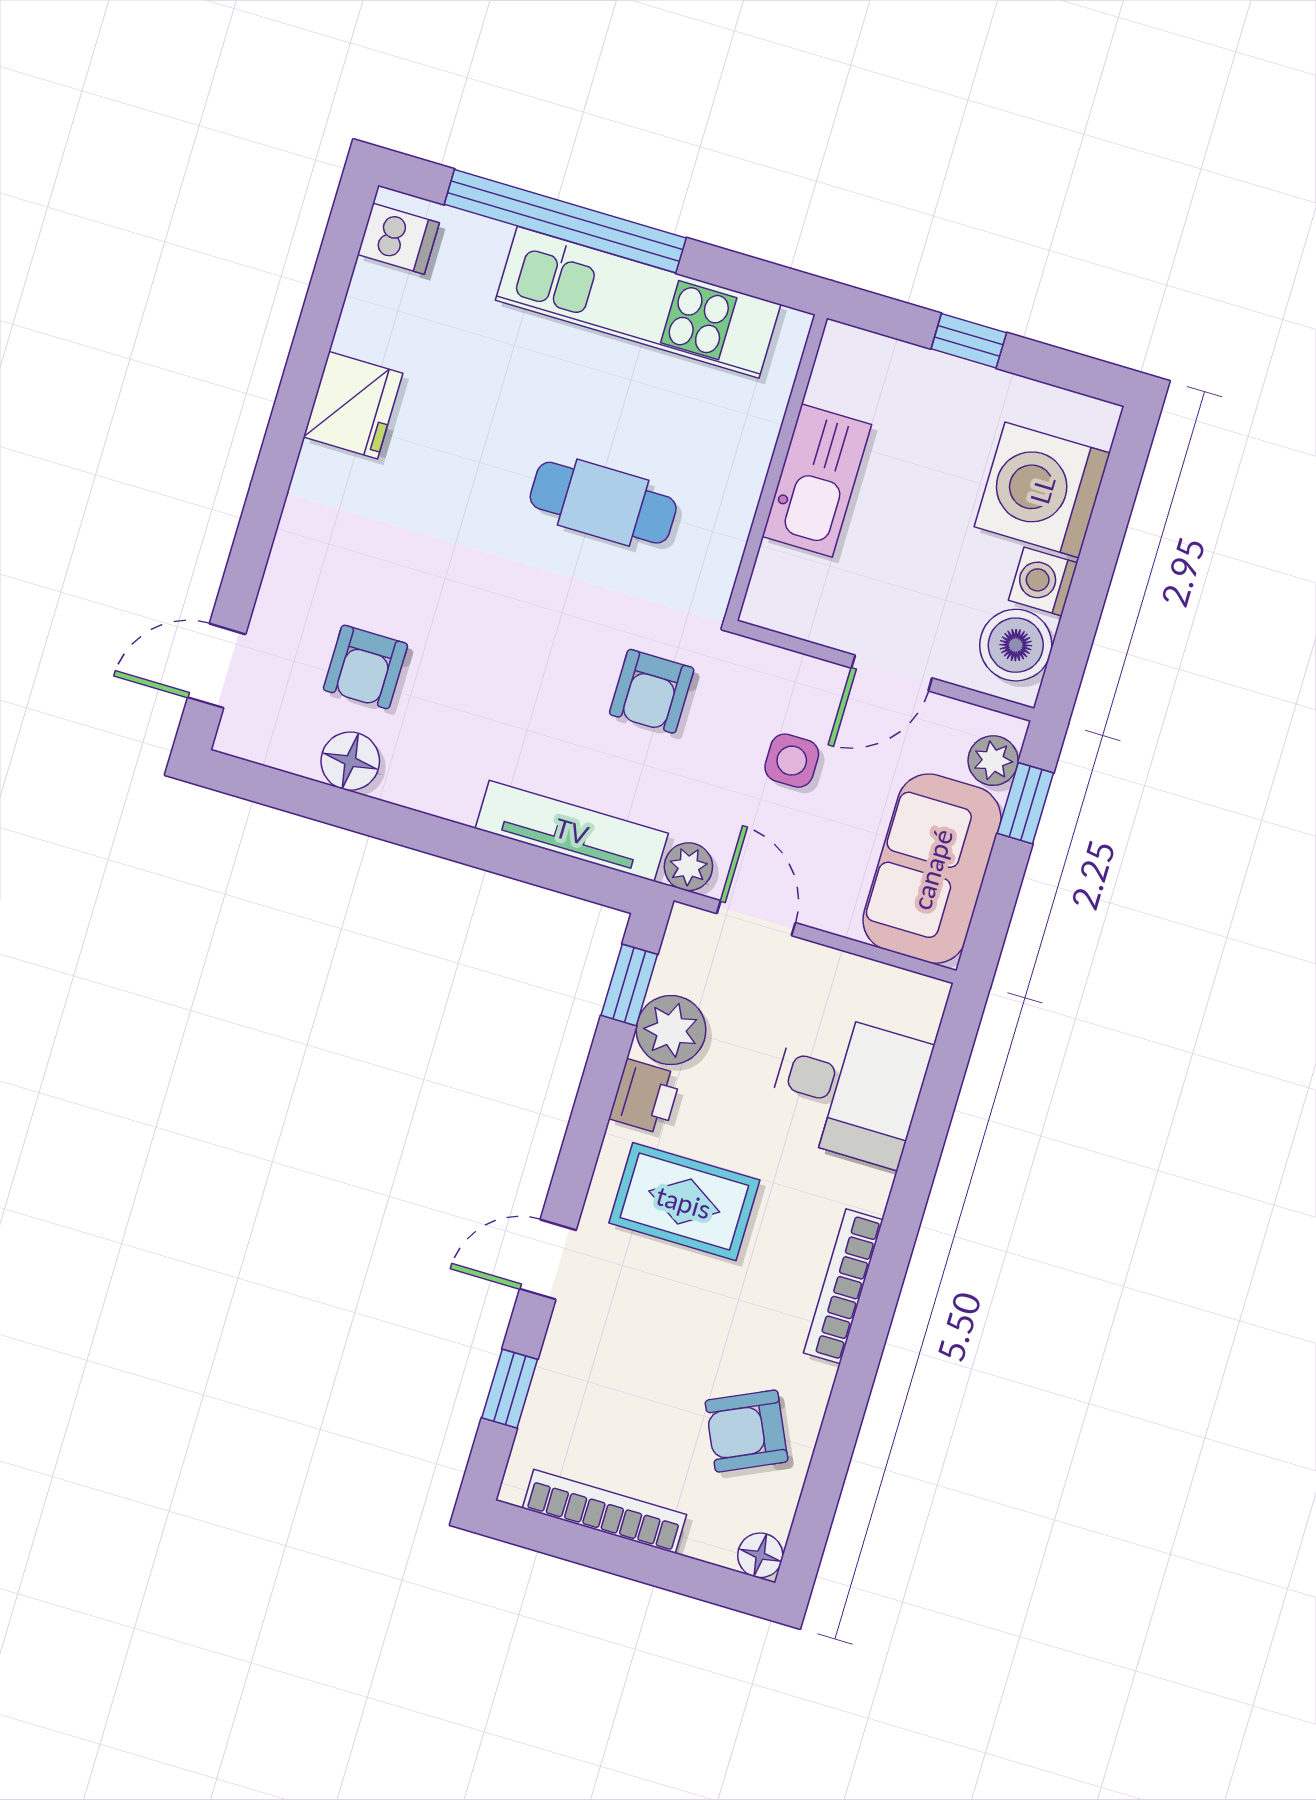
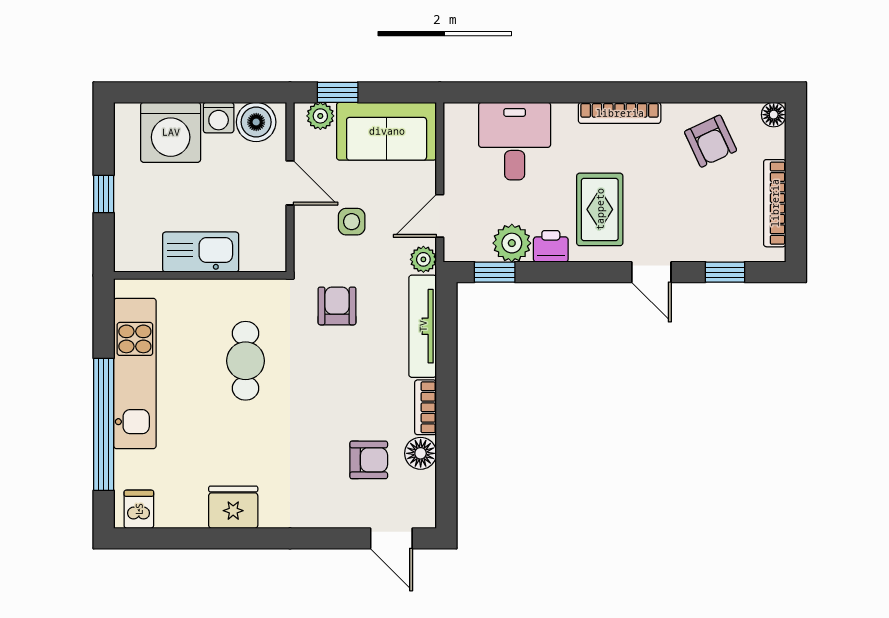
armchair: (652, 691) -> (337, 306), turned -90
bookcase: (428, 794) -> (426, 407), added

